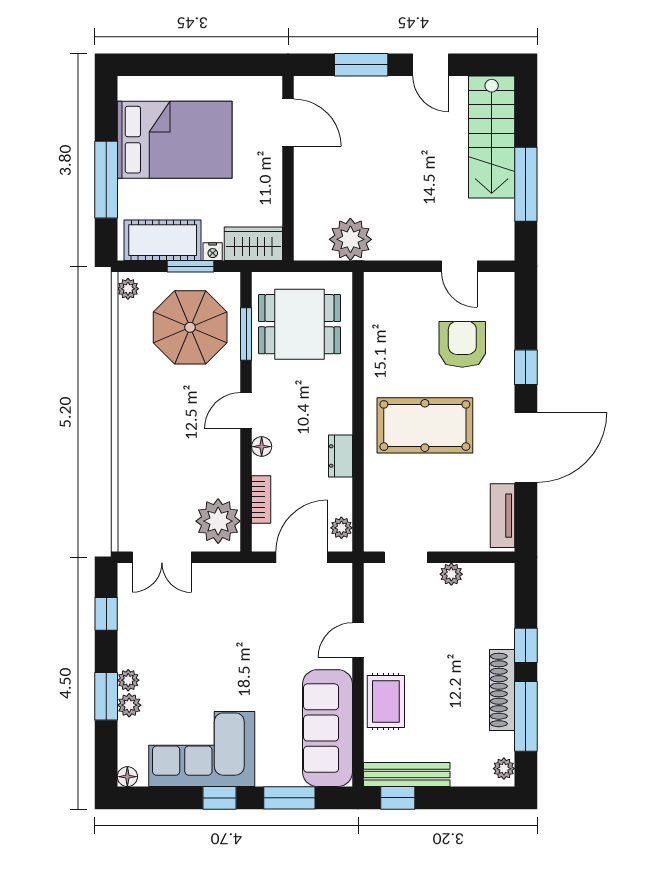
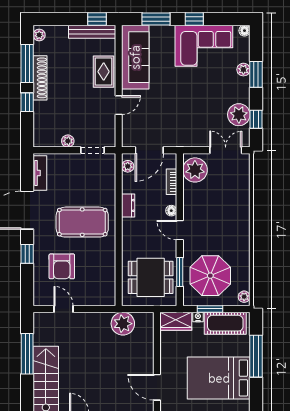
door: (246, 411) -> (180, 230), swing flipped
plant: (128, 680) -> (239, 115), moved, width x1.88, depth x1.88

